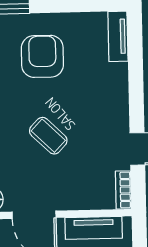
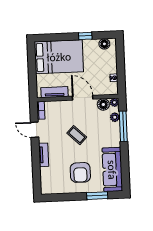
tv unit: (118, 36) -> (44, 155), moved

